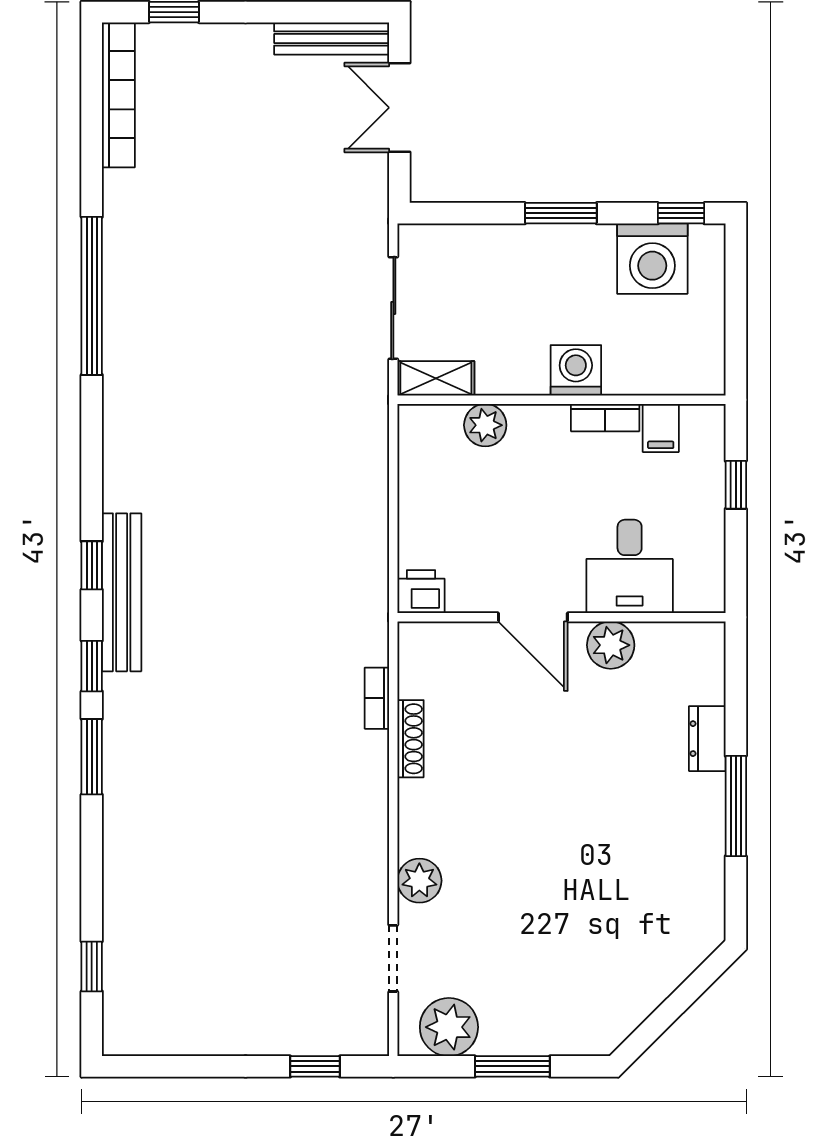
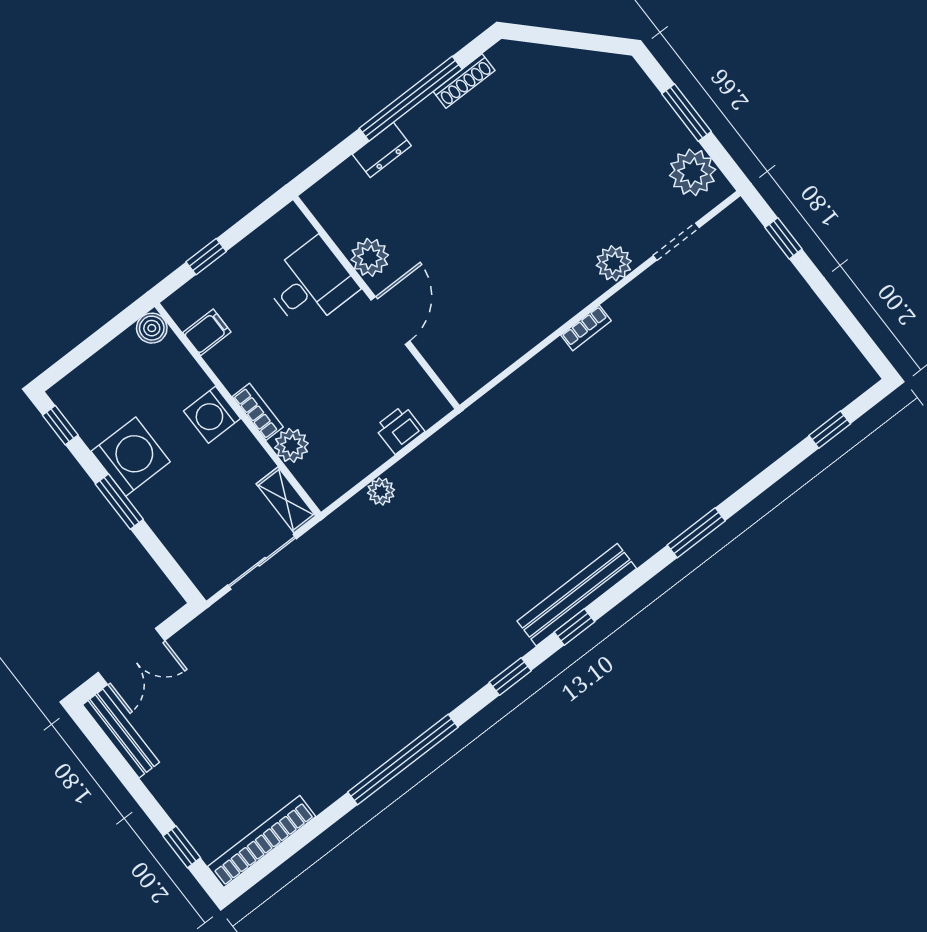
washing machine: (652, 259) -> (131, 457), moved
boiler: (707, 377) -> (152, 328), added
bookcase: (605, 418) -> (258, 412), moved
plant: (372, 478) -> (381, 491), added
printer: (421, 592) -> (400, 429), moved, turned 90
window: (92, 666) -> (510, 676), moved
bookcase: (377, 698) -> (586, 328), moved
shoe rack: (411, 739) -> (464, 81), moved, turned 180
window: (736, 806) -> (411, 99), width x1.46

